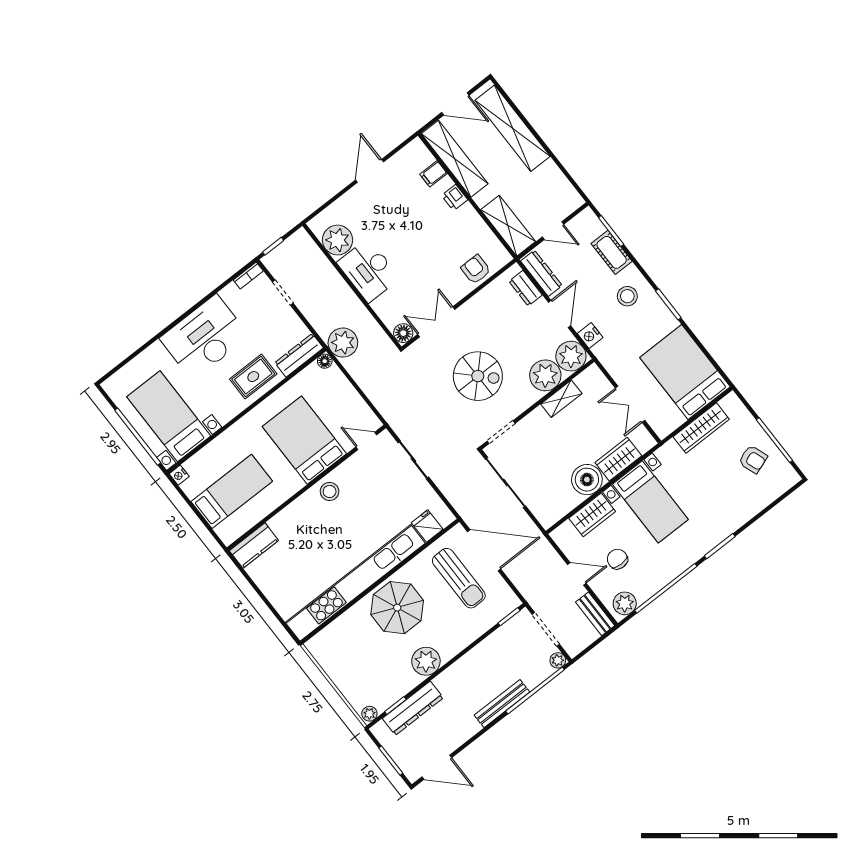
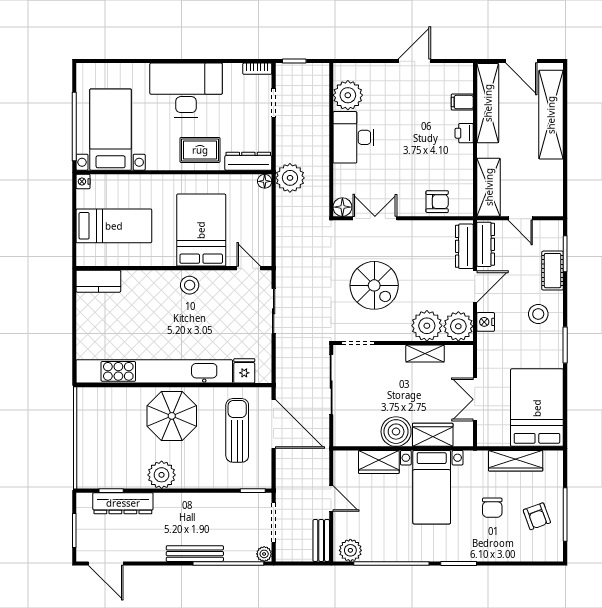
armchair: (476, 269) -> (437, 202), turned 90
dresser: (526, 288) -> (464, 246), width x1.44
chair: (617, 559) -> (492, 508), moved, turned 180
sun lounger: (459, 578) -> (237, 430), turned 180
plant: (369, 714) -> (86, 481), removed

